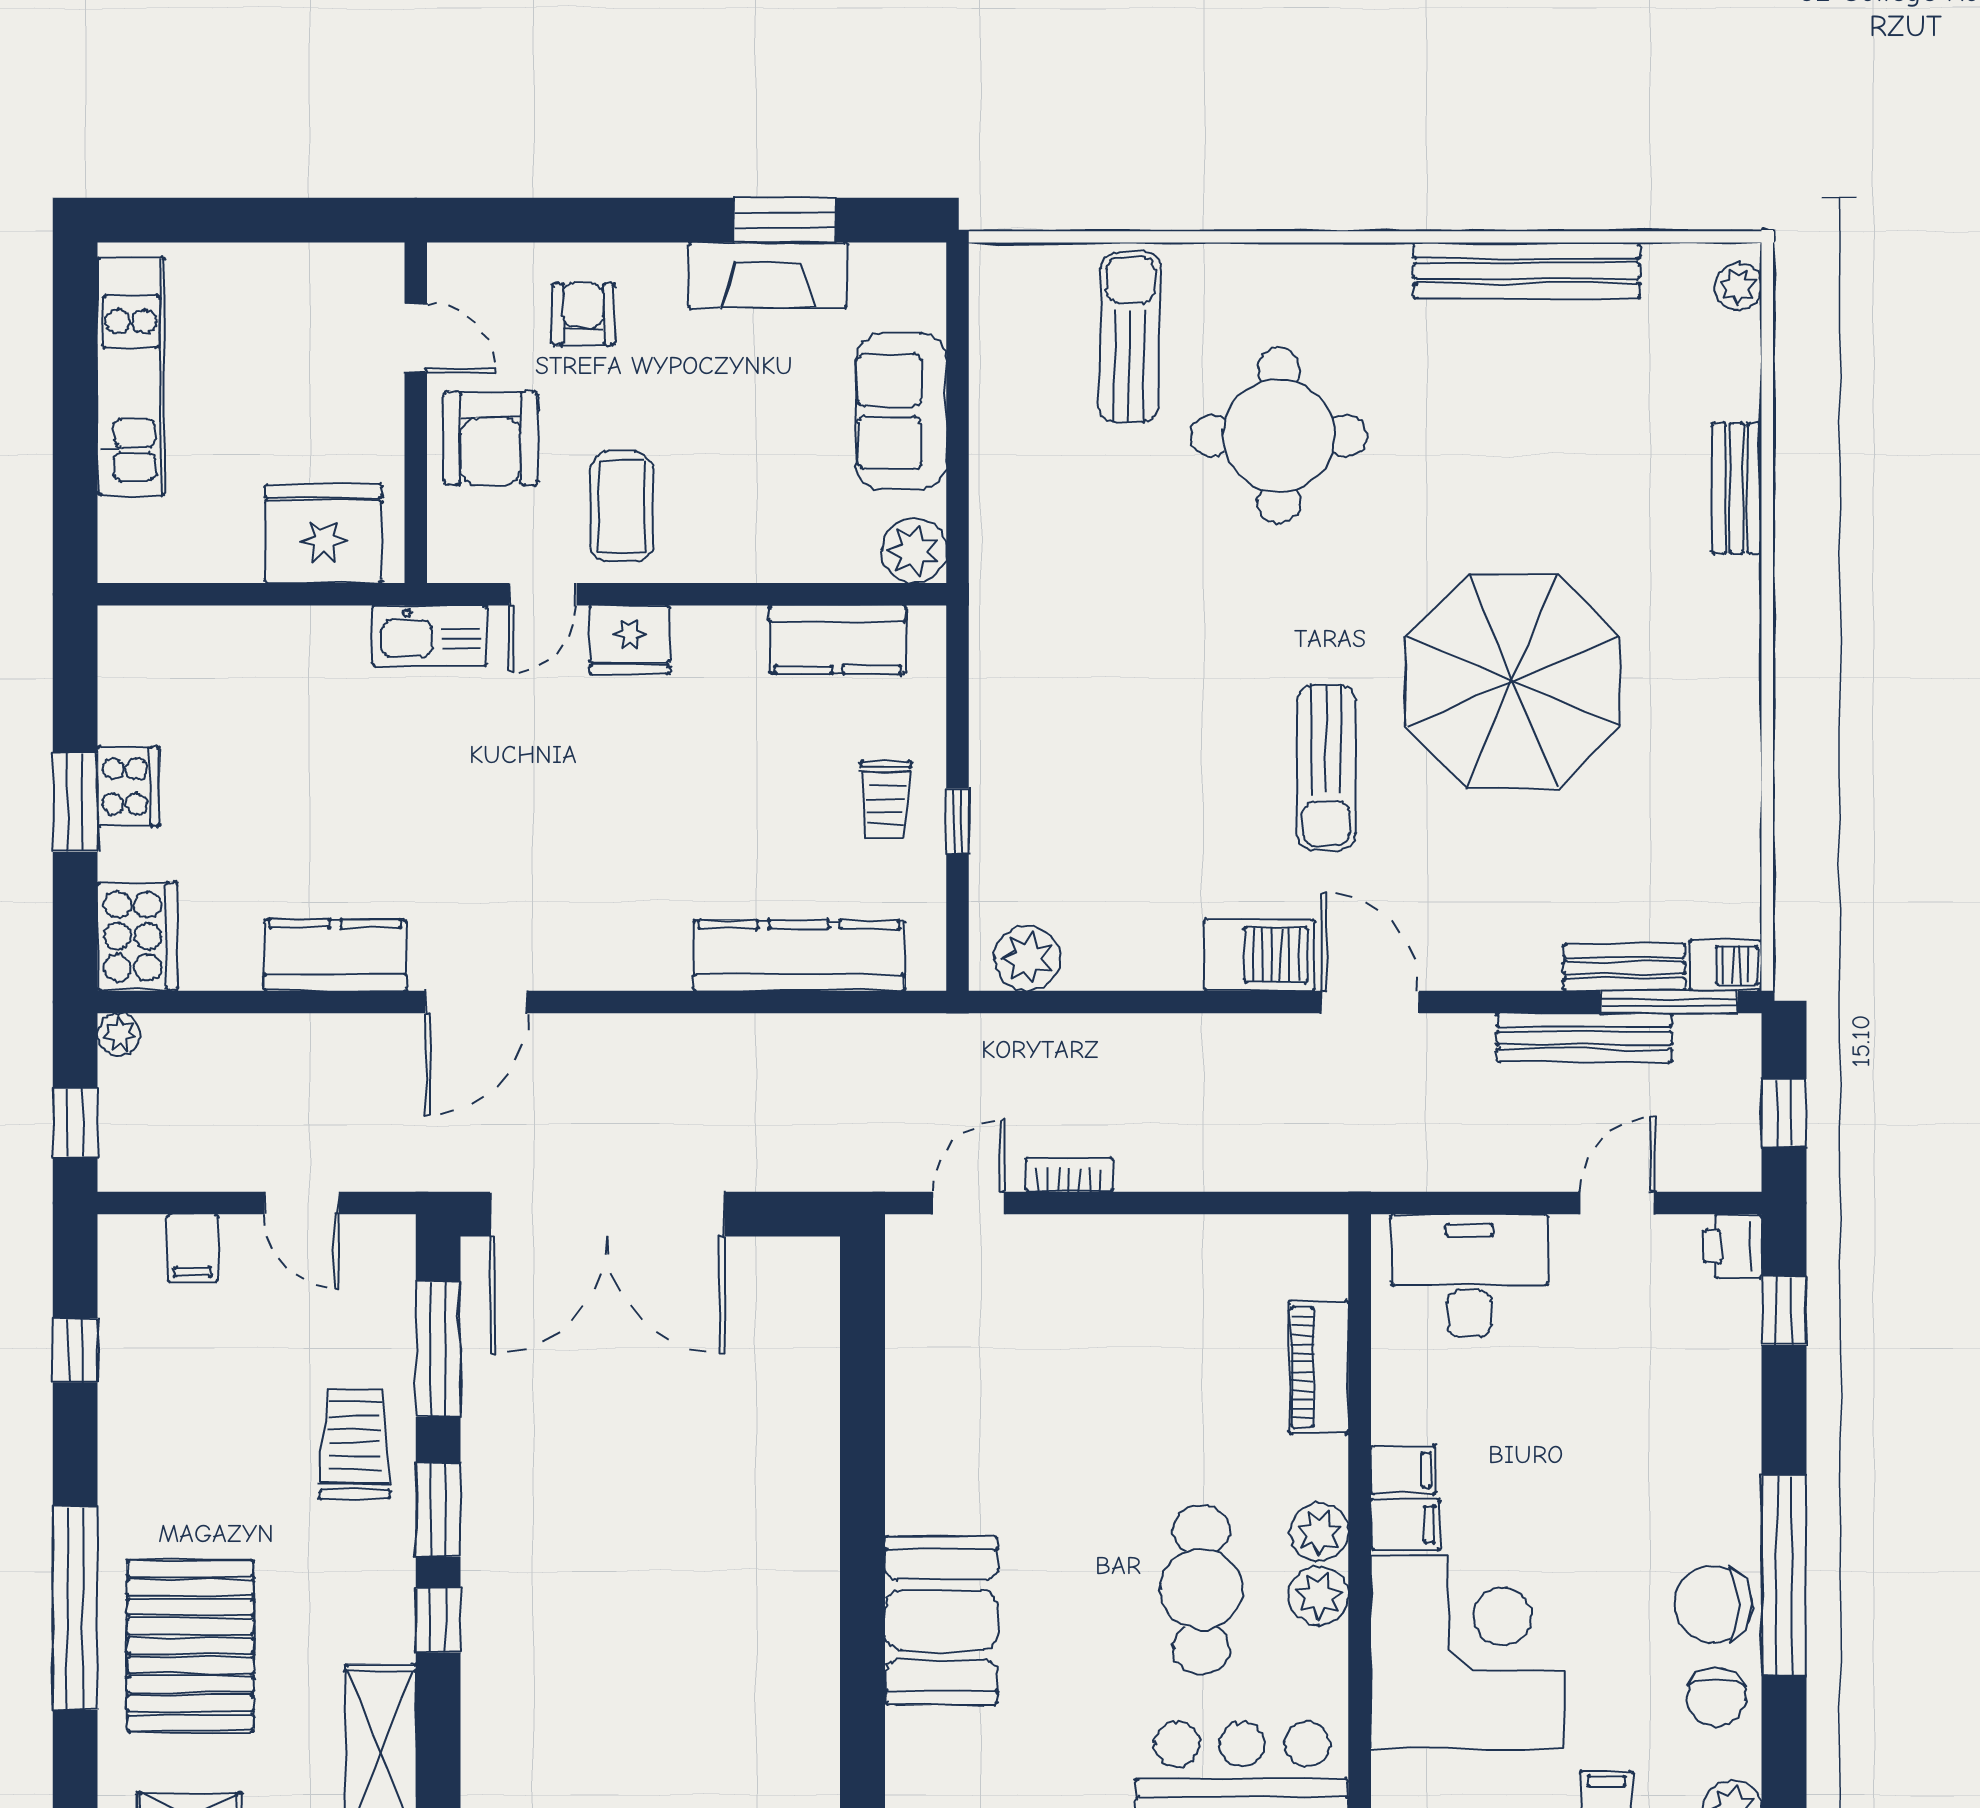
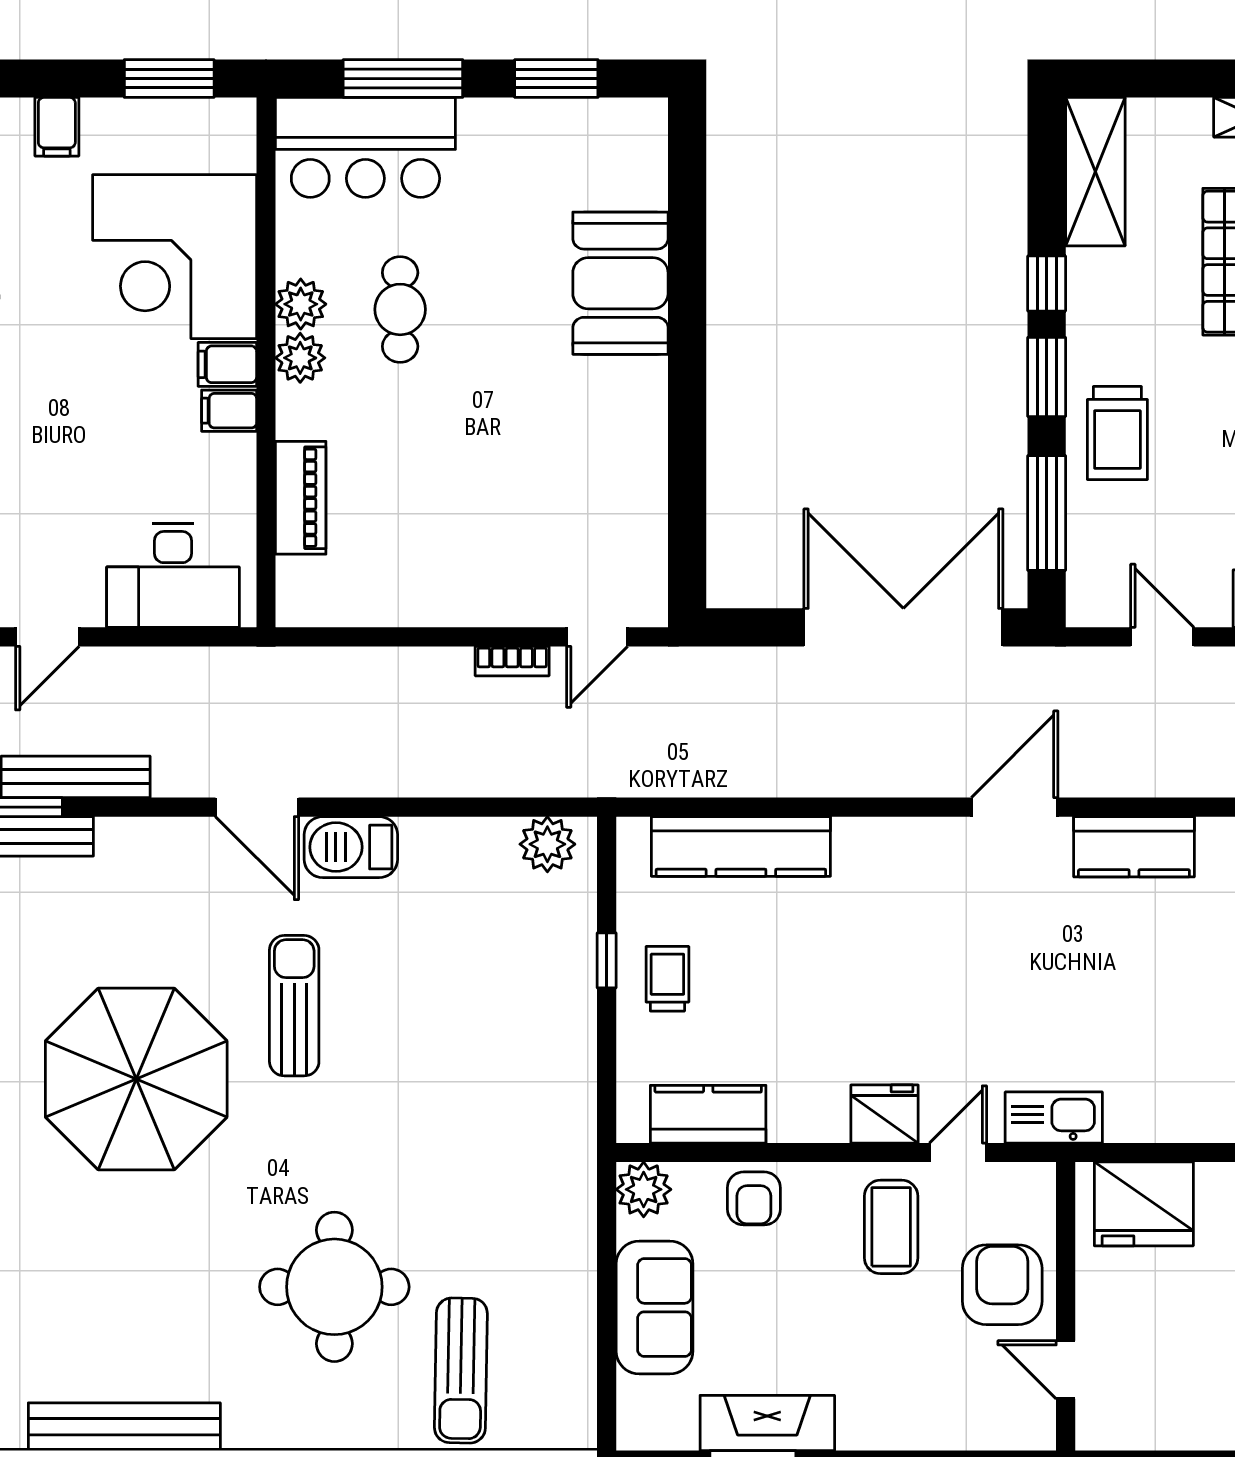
armchair: (583, 314) -> (754, 1198), moved
cafe table: (1201, 1589) -> (400, 309), width x0.73, depth x0.74

